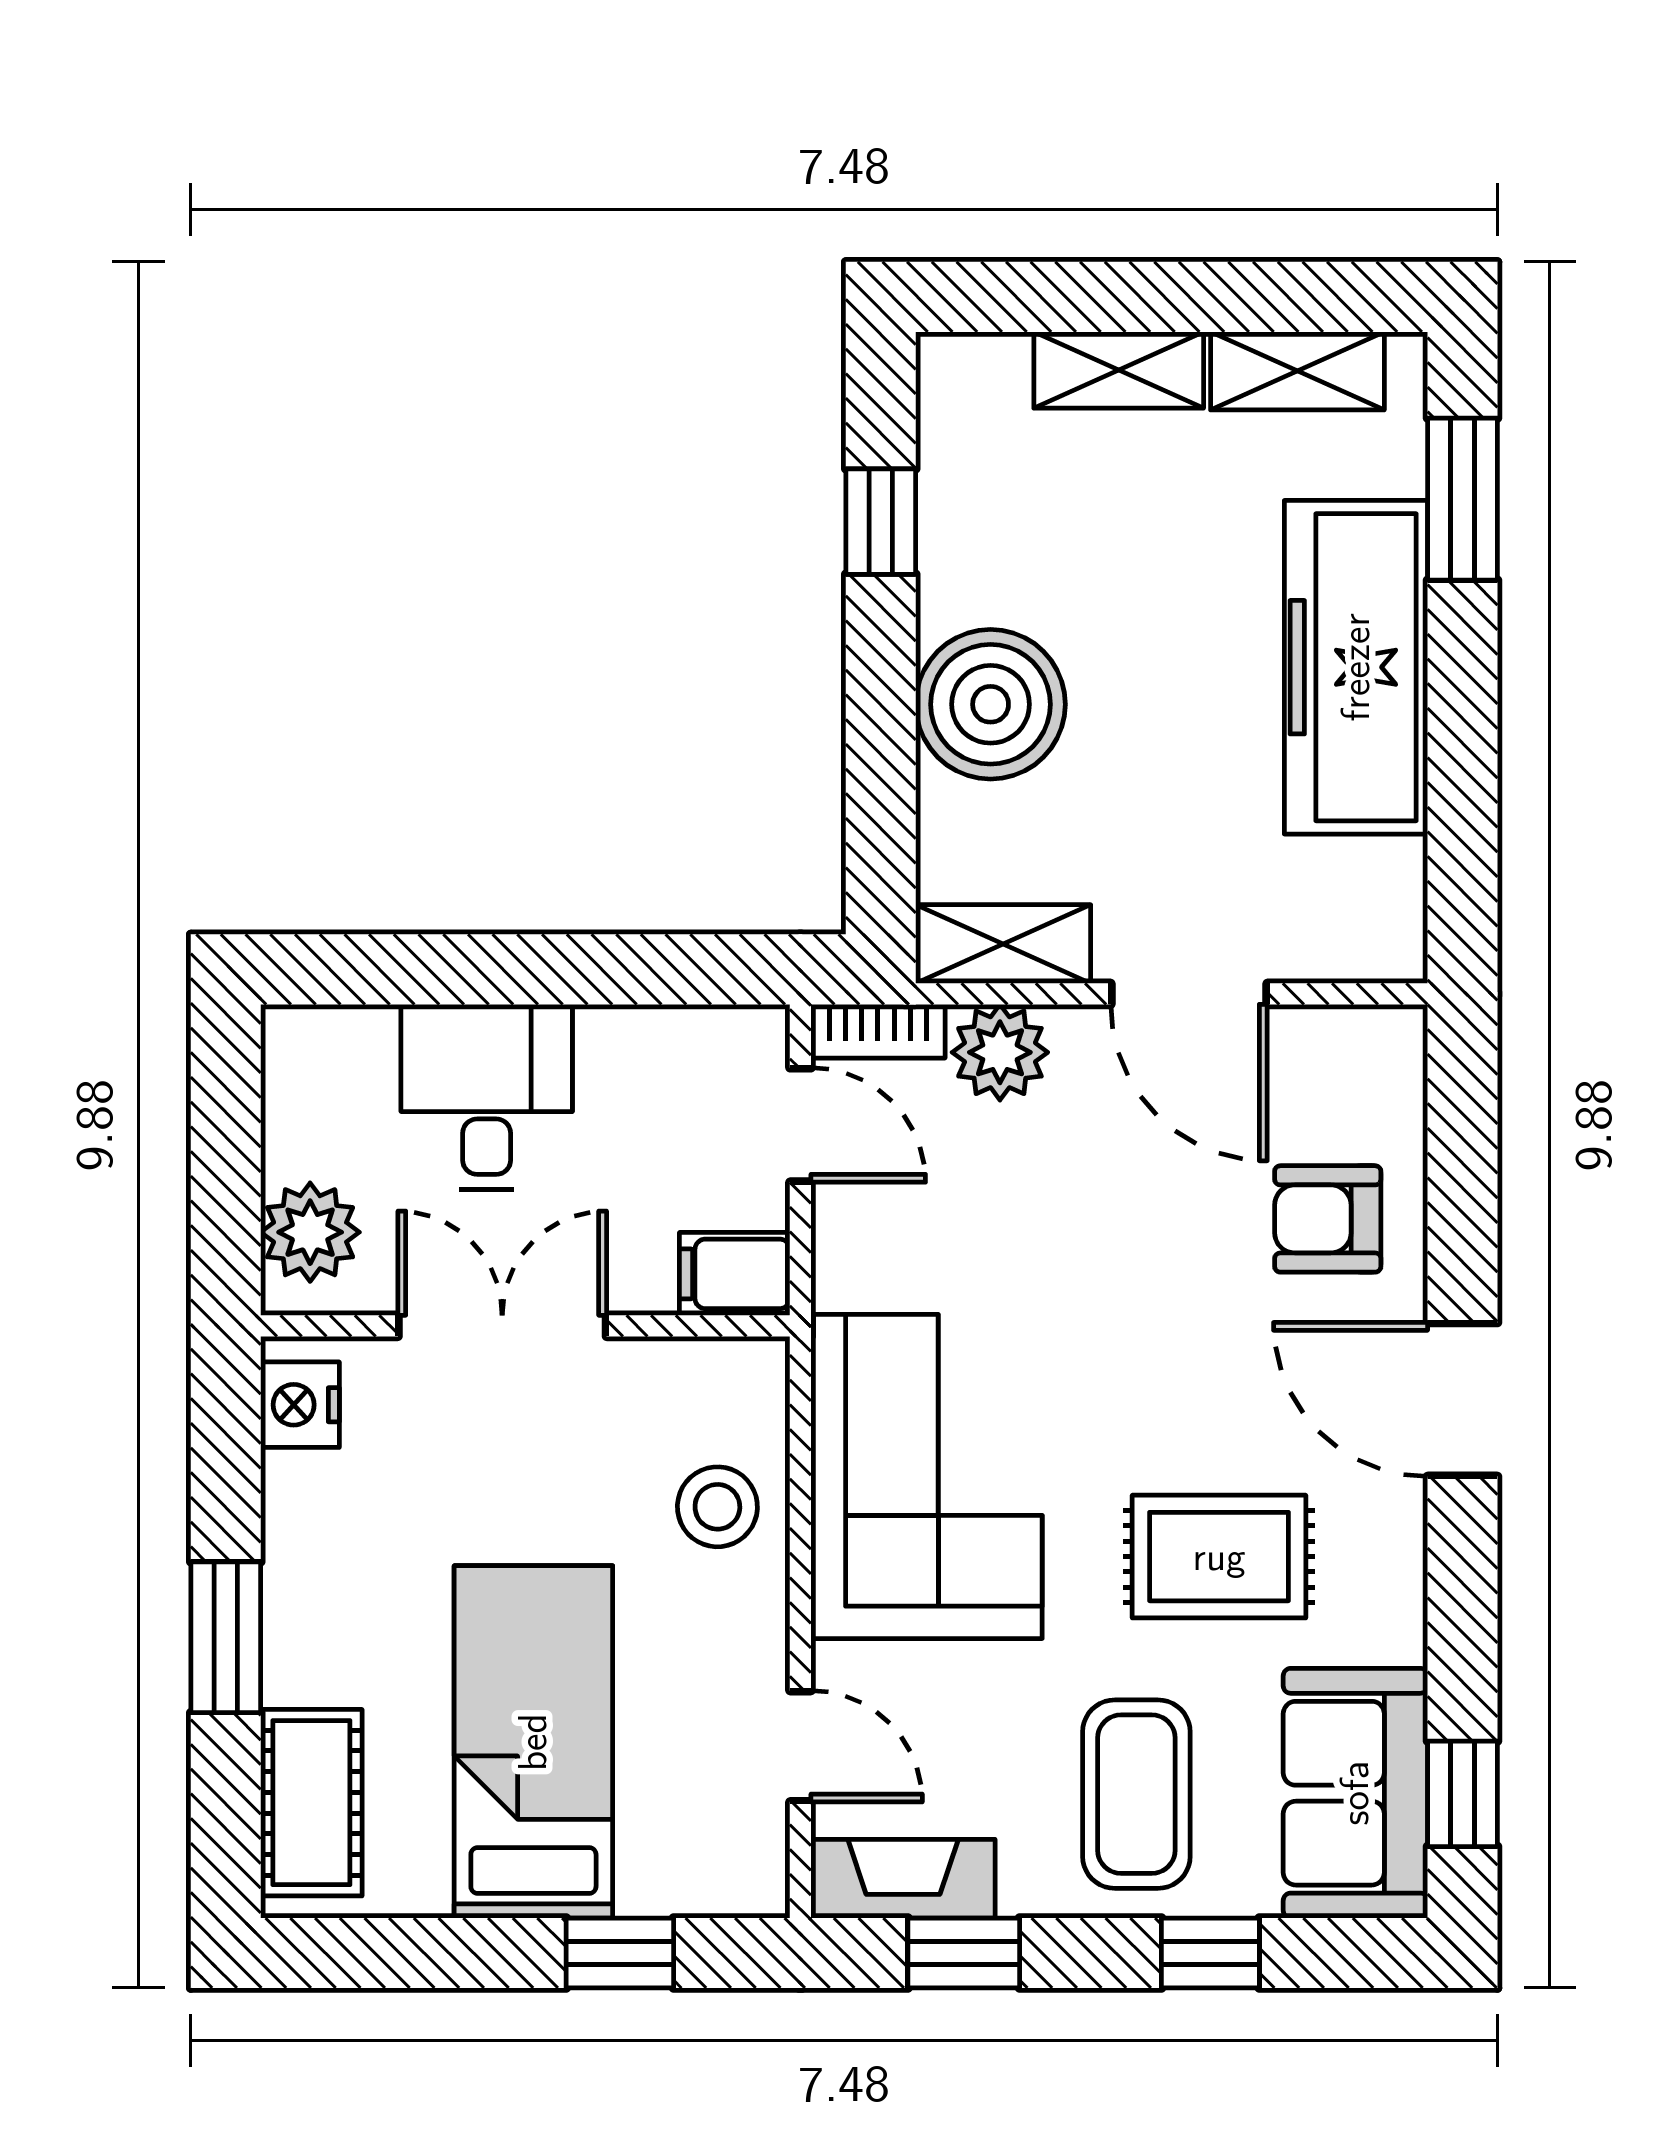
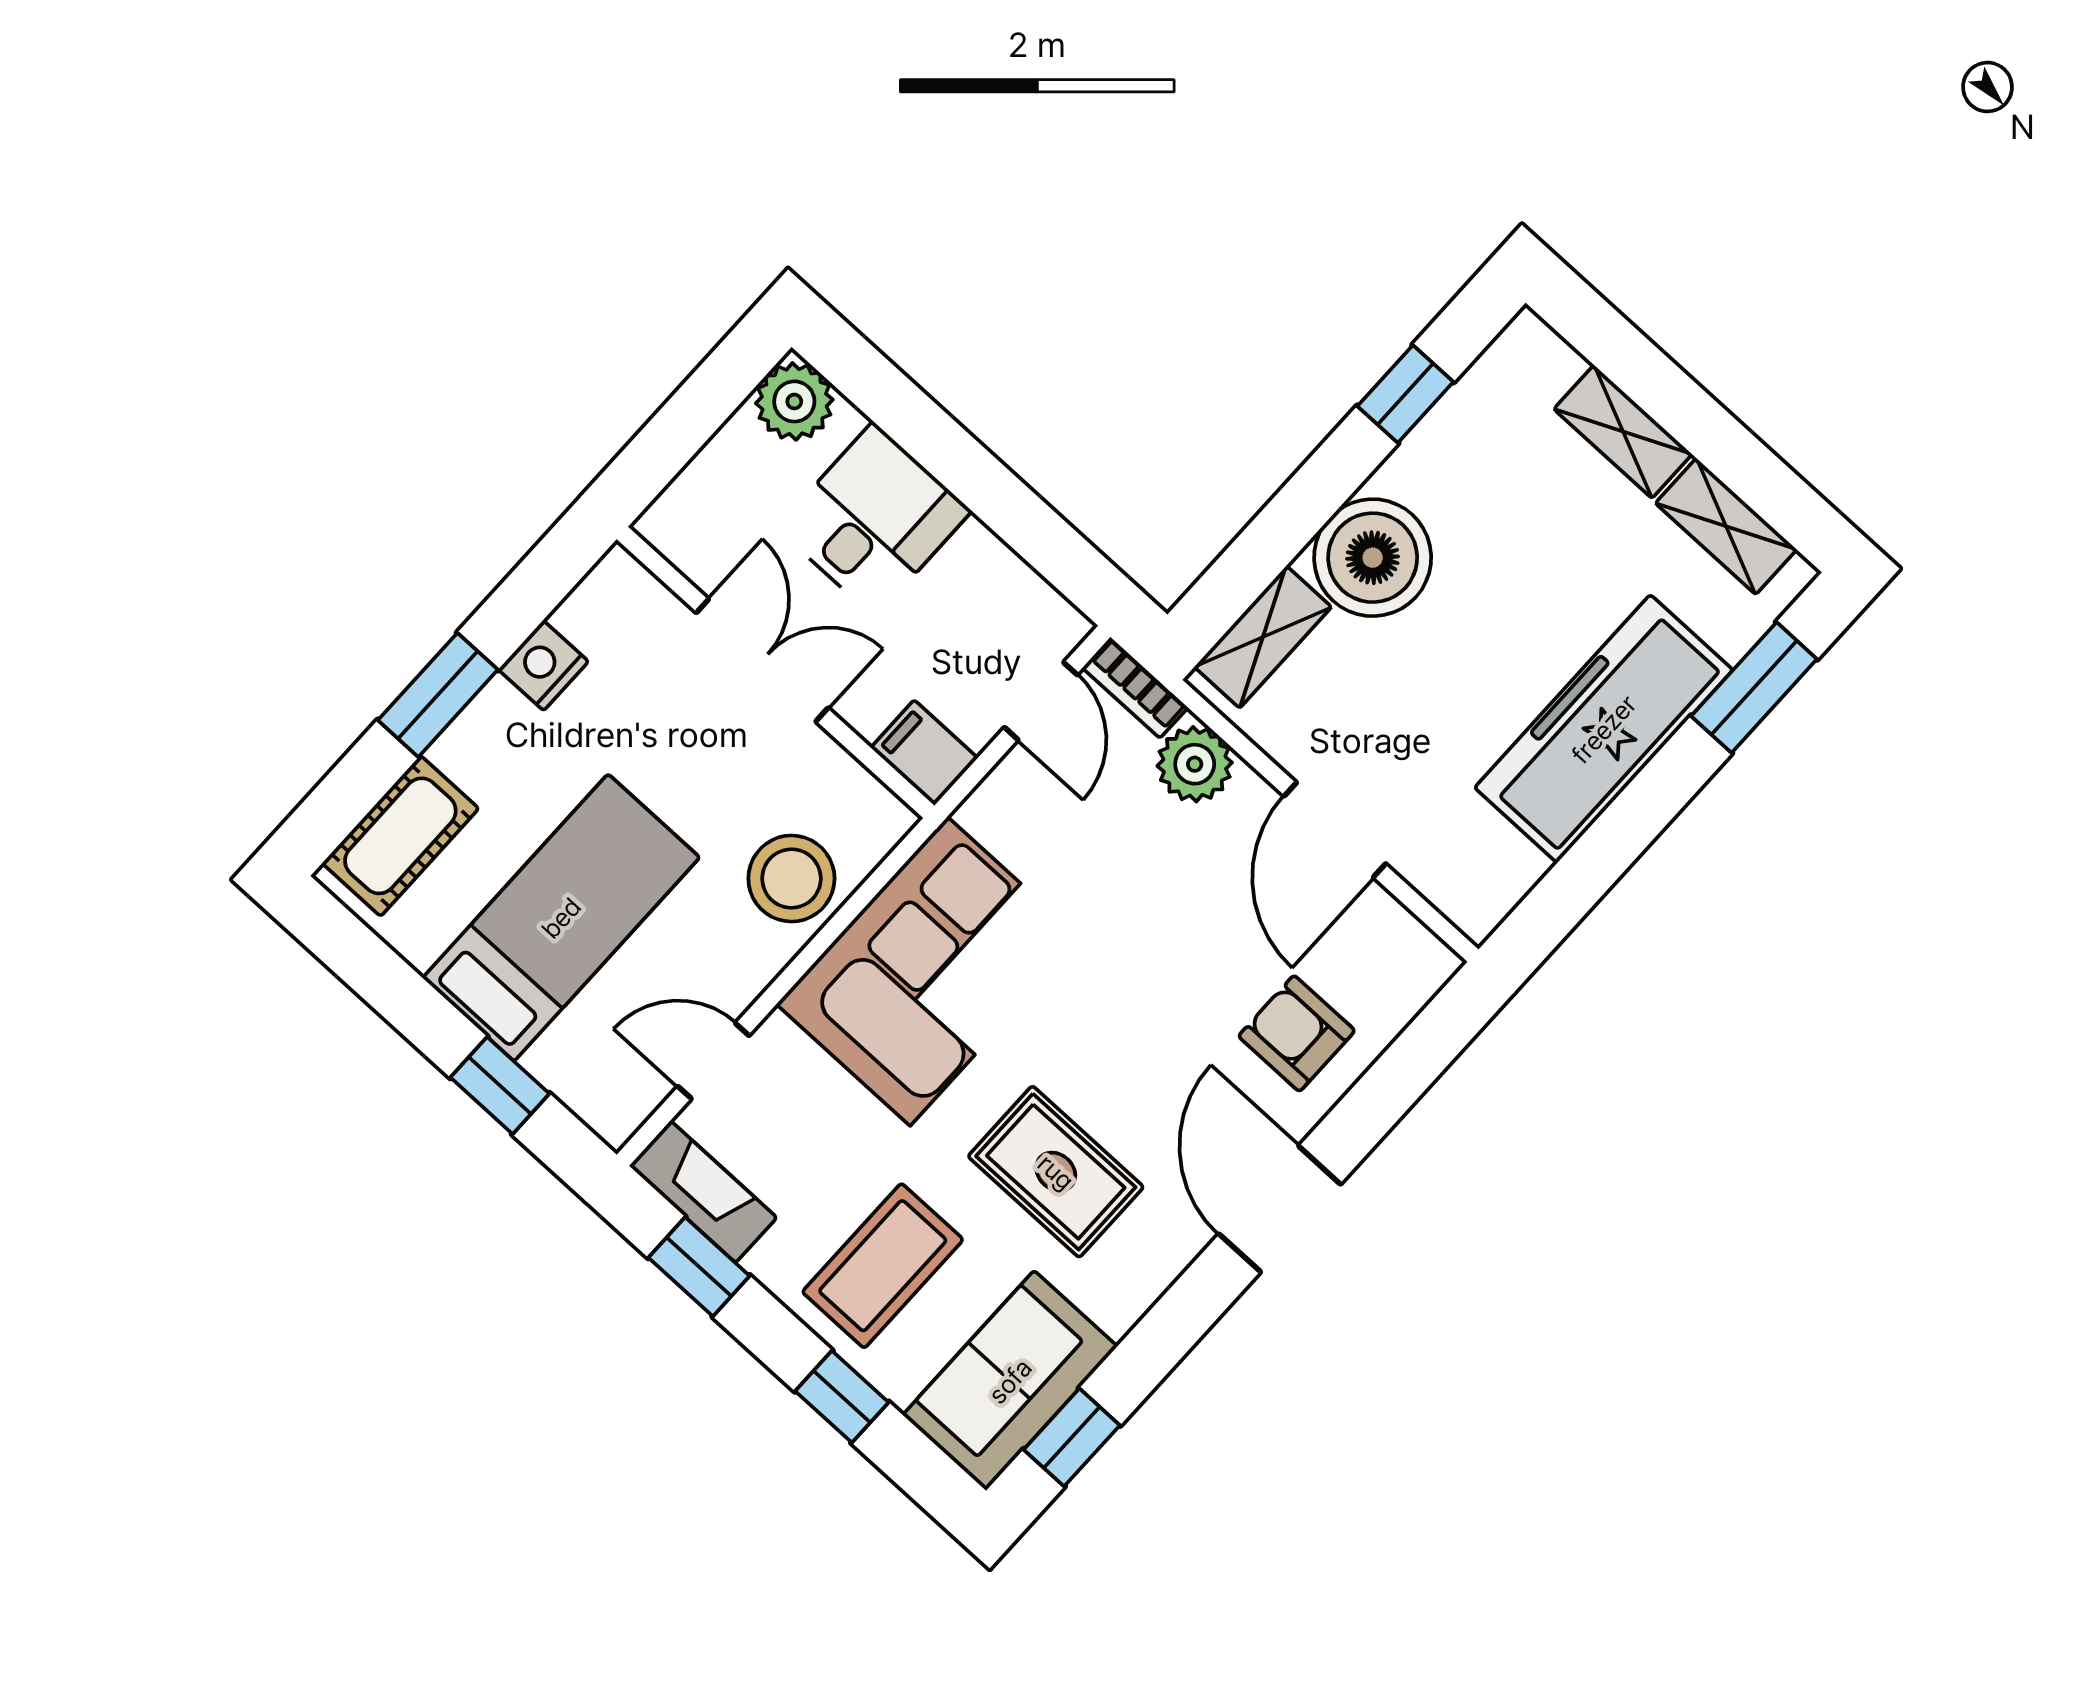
shelving: (1003, 944) -> (1263, 637), moved, turned 90
plant: (310, 1232) -> (794, 401), moved
nightstand: (300, 1405) -> (543, 665), moved
stool: (717, 1507) -> (791, 879), width x1.38, depth x1.38
door: (800, 1746) -> (713, 1061), swing flipped

